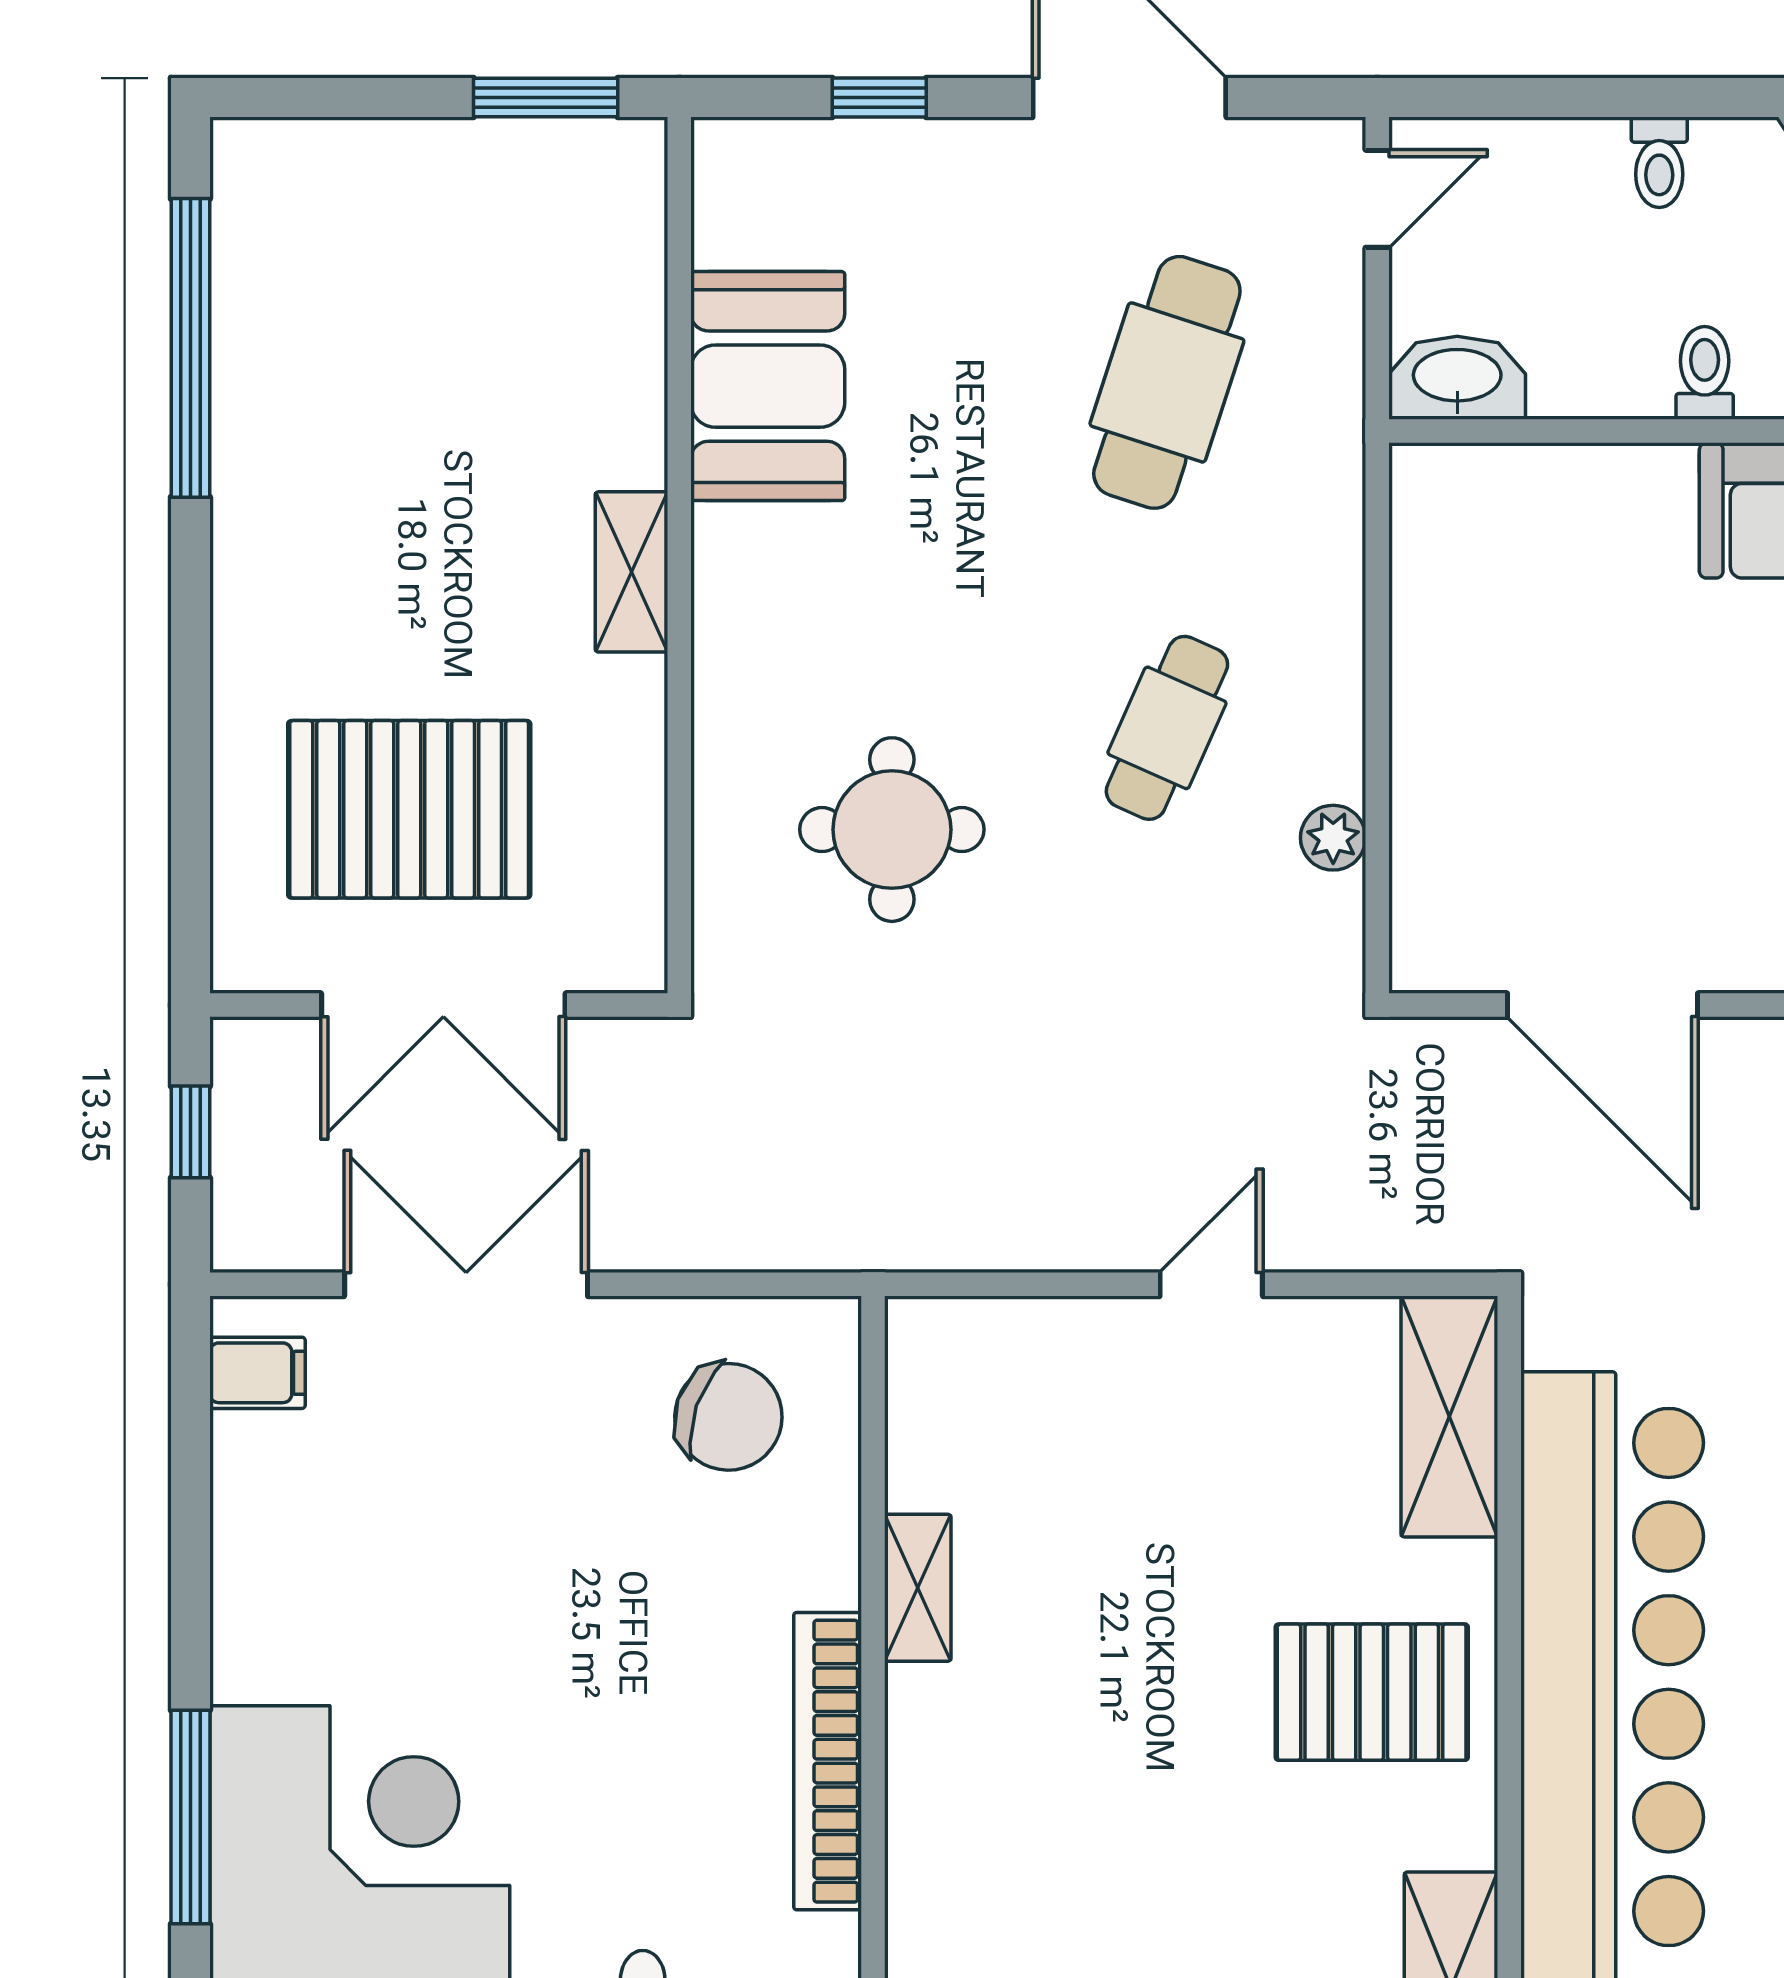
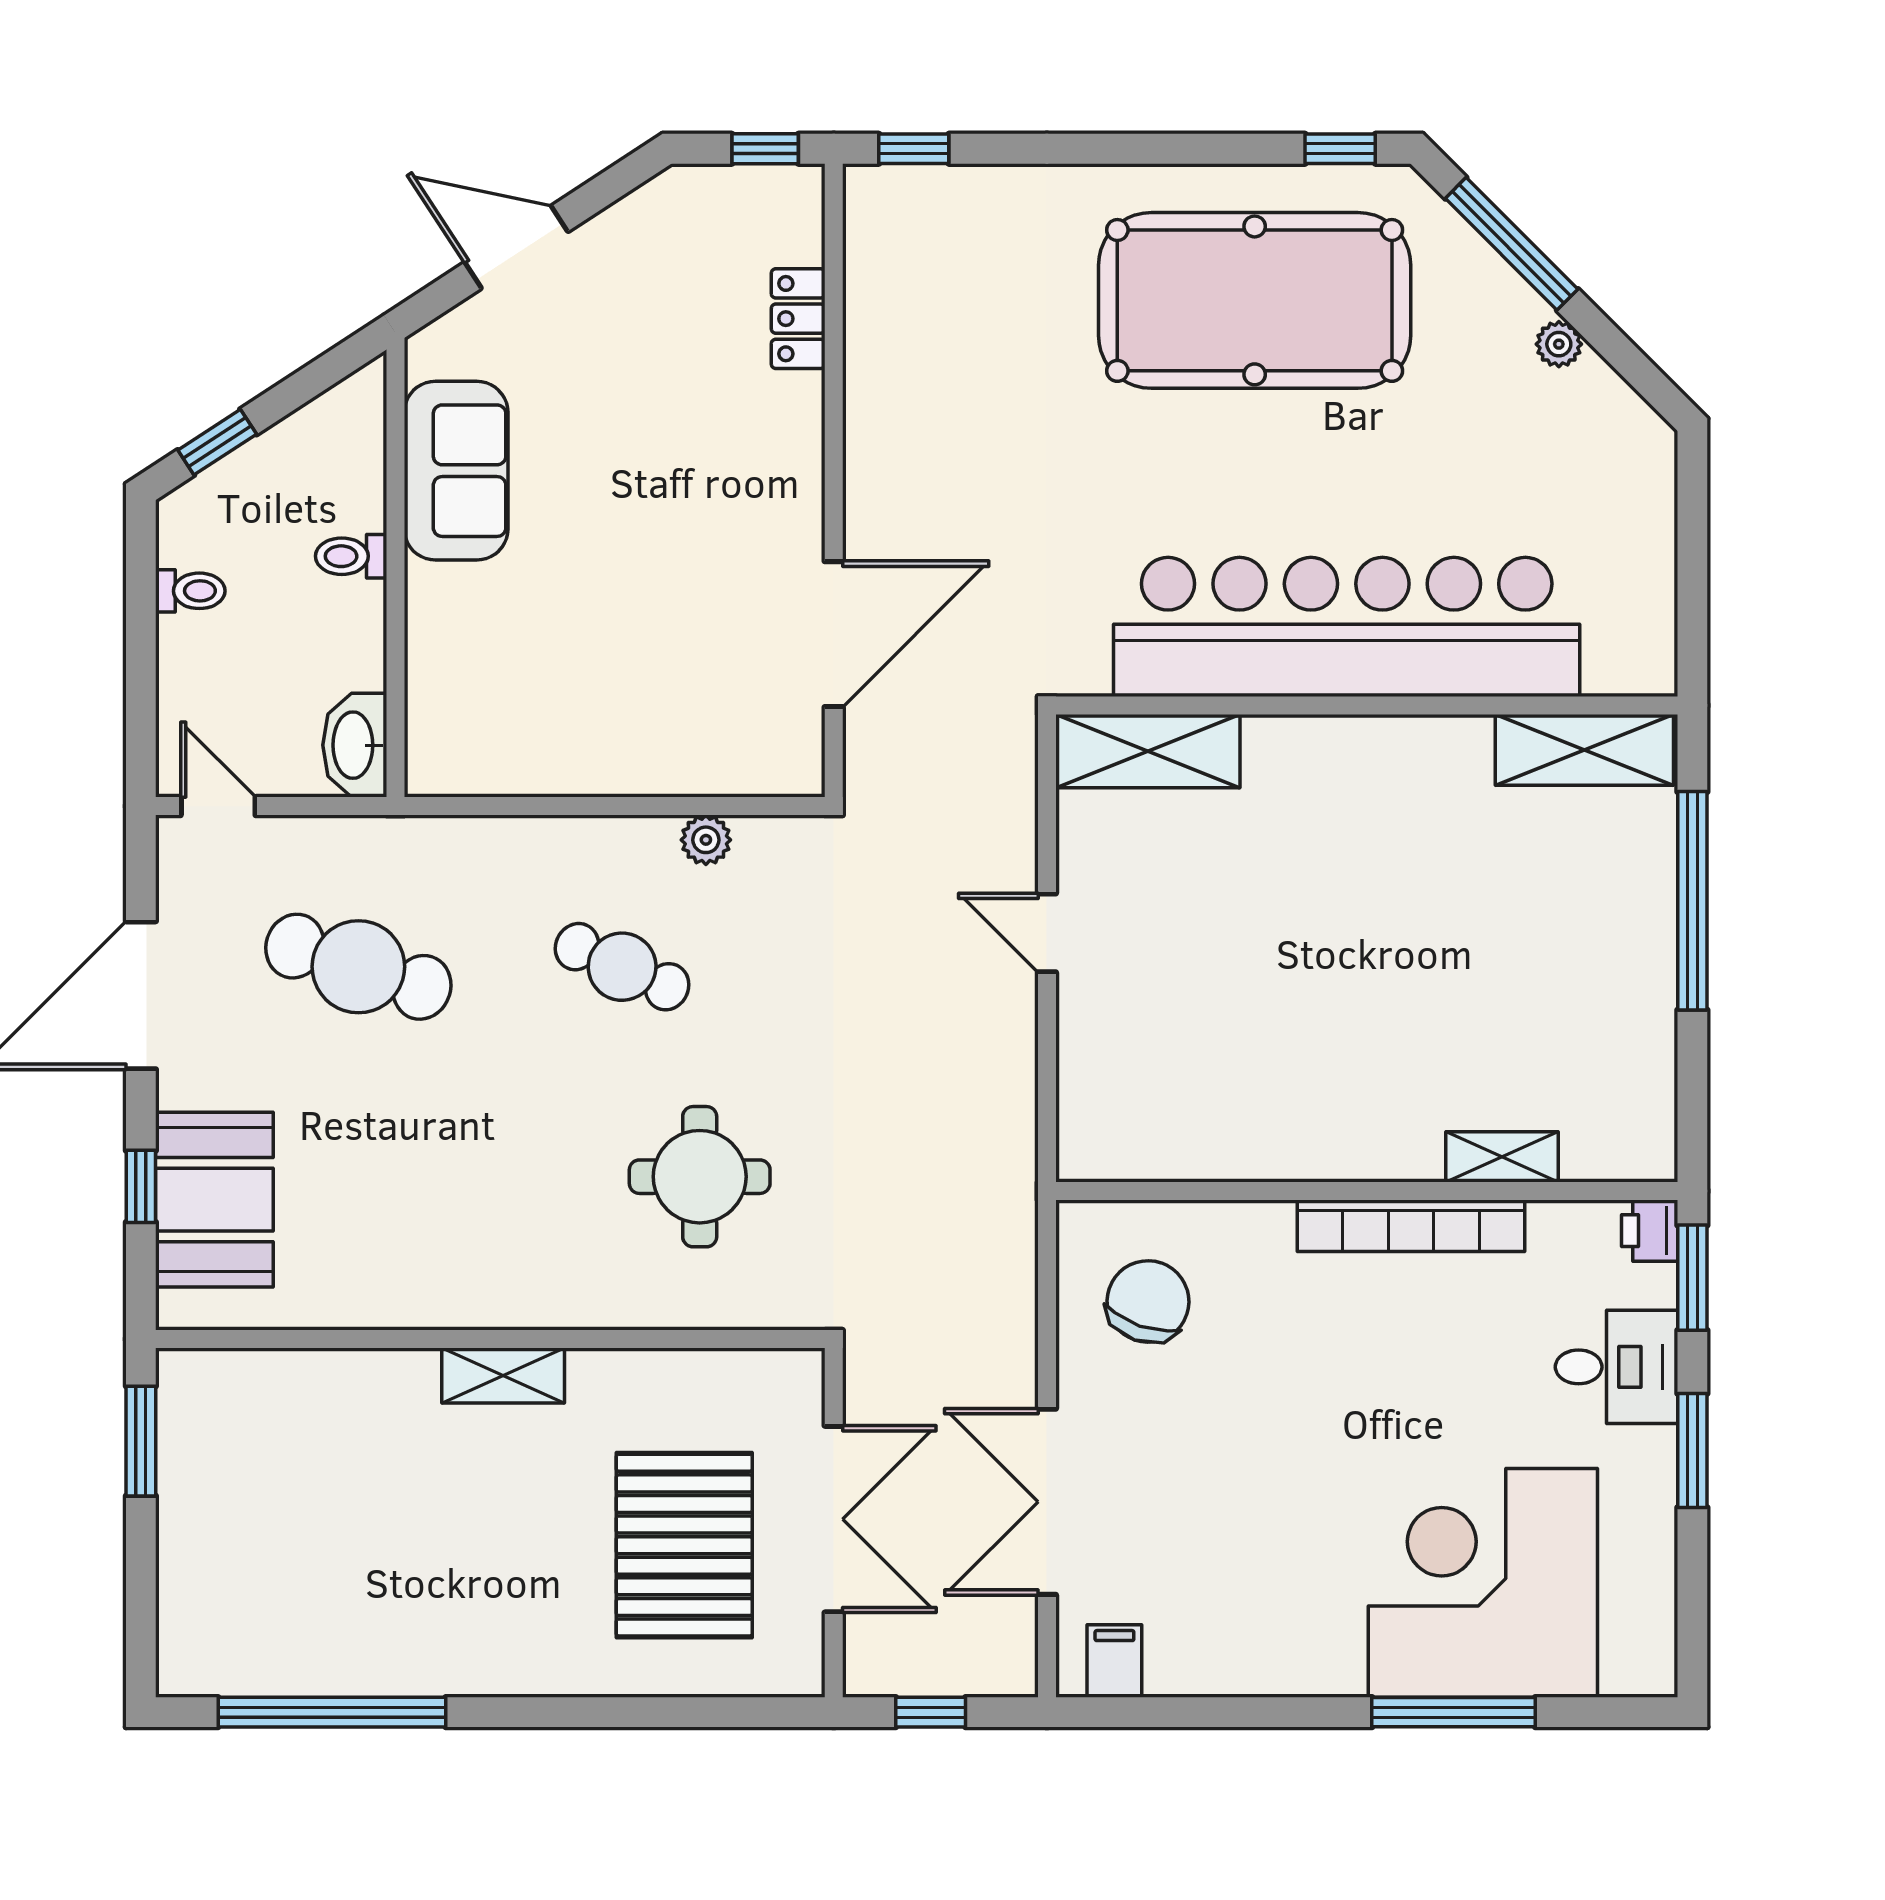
booth: (768, 386) -> (214, 1200), moved, turned 90
shelving: (918, 1588) -> (1502, 1157), moved
pallet: (1372, 1692) -> (1358, 810), removed

